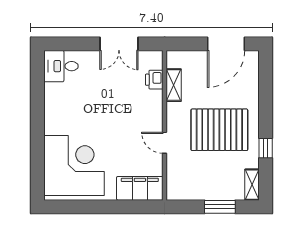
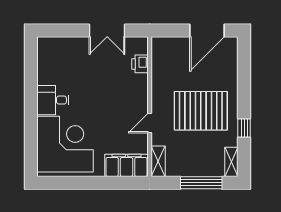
desk: (61, 66) -> (53, 100), moved
shelving: (174, 85) -> (158, 161), moved
door: (165, 143) -> (150, 123), hinge flipped
window: (220, 207) -> (201, 183), width x1.44

